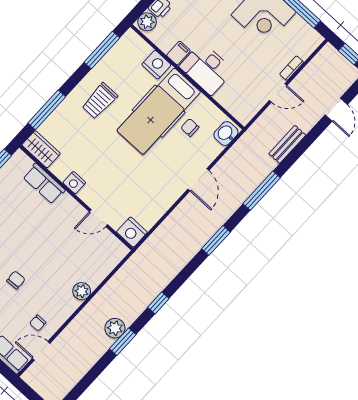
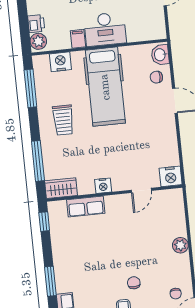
nightstand: (156, 65) -> (60, 62), moved
chair: (190, 127) -> (156, 77), moved

